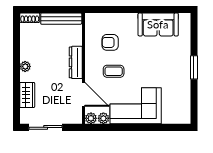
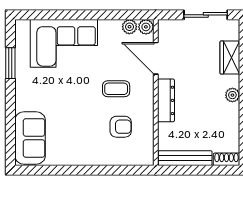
sofa: (158, 24) -> (30, 138), moved, turned 90
window: (194, 67) -> (10, 63), moved
corner sofa: (136, 106) -> (64, 43), moved

